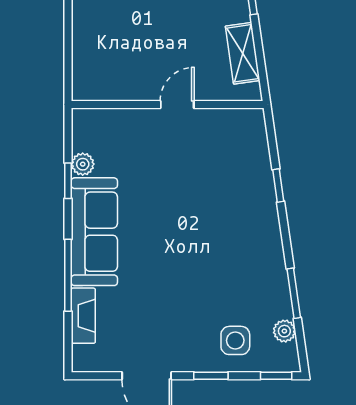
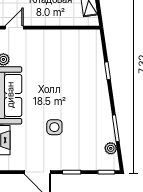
door: (177, 104) -> (14, 28), moved
side table: (235, 340) -> (54, 127), moved

